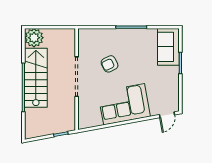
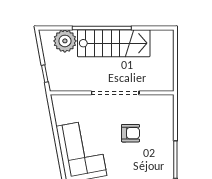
plant: (34, 38) -> (65, 41), moved
armchair: (110, 64) -> (131, 133), turned 116

